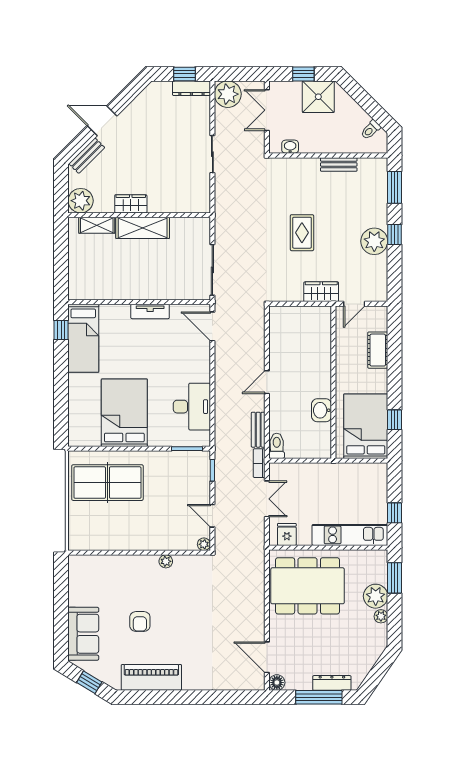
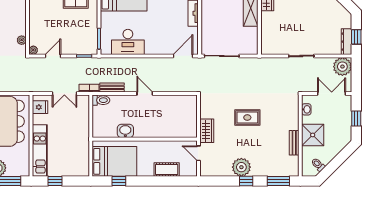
shower: (318, 97) -> (313, 135), moved
plant: (166, 561) -> (22, 40), moved

